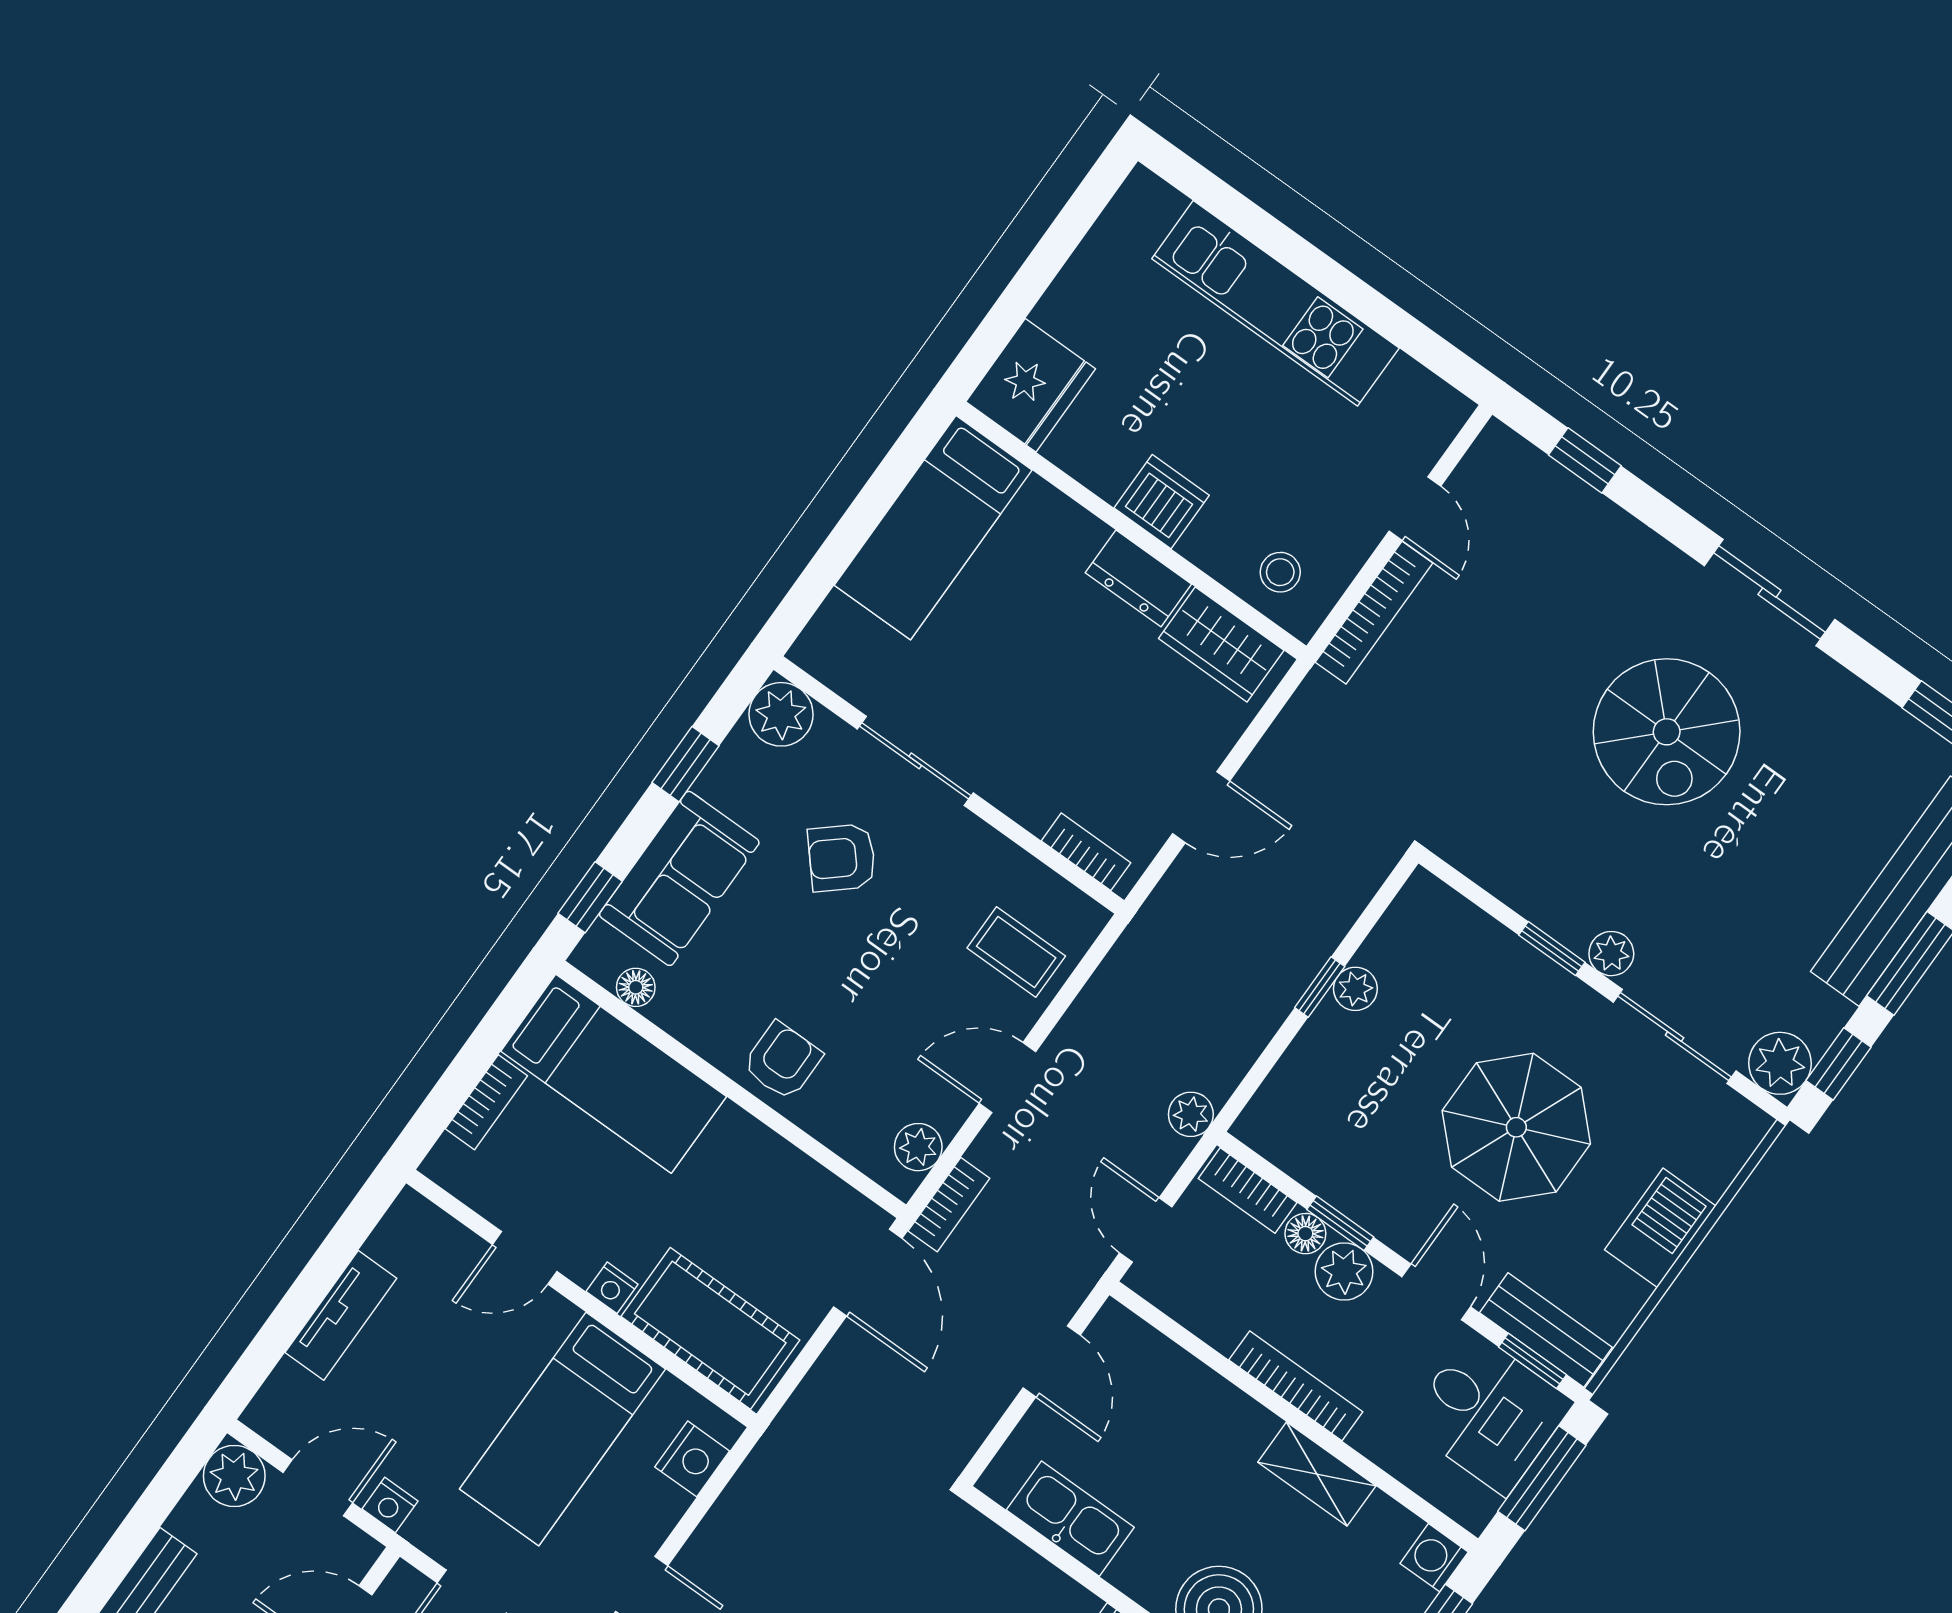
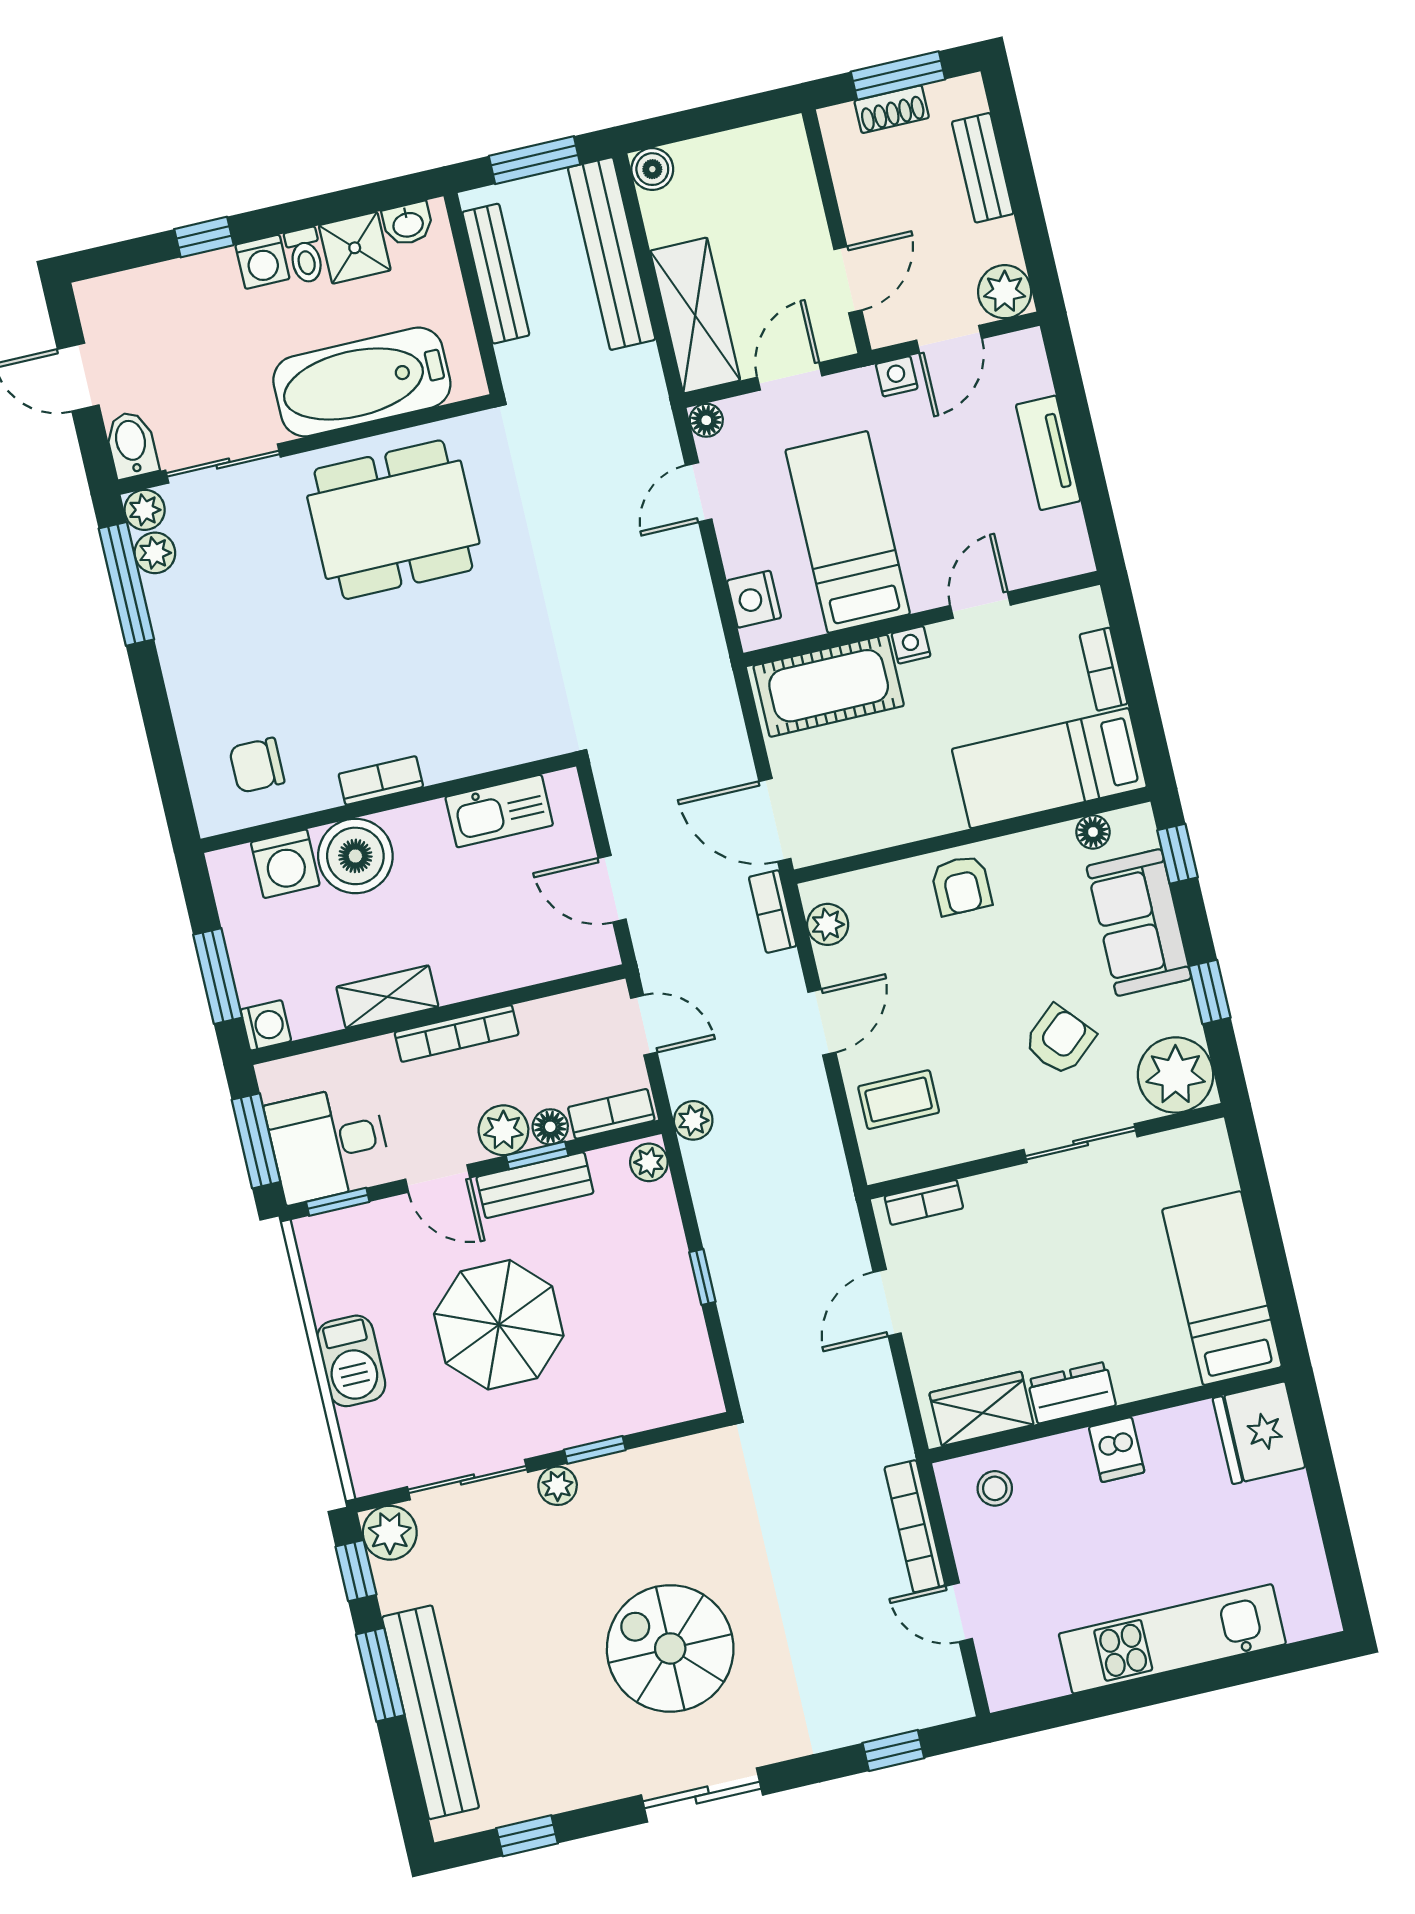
dishwasher: (1162, 502) -> (1117, 1450), width x0.73
plant: (781, 714) -> (1175, 1075), width x1.36, depth x1.36
plant: (1355, 989) -> (649, 1162), moved
bench: (1546, 1330) -> (535, 1185), moved

